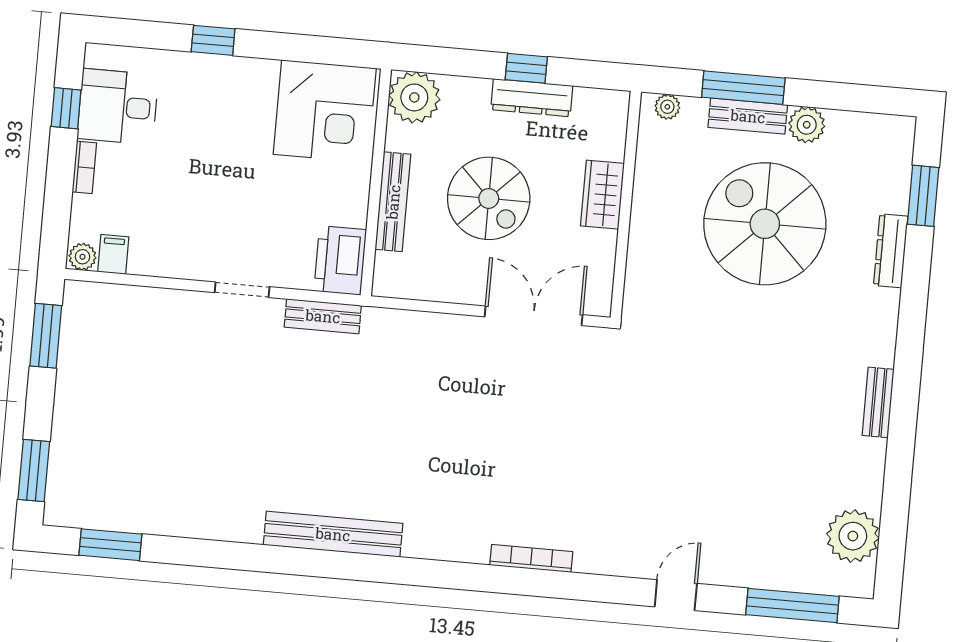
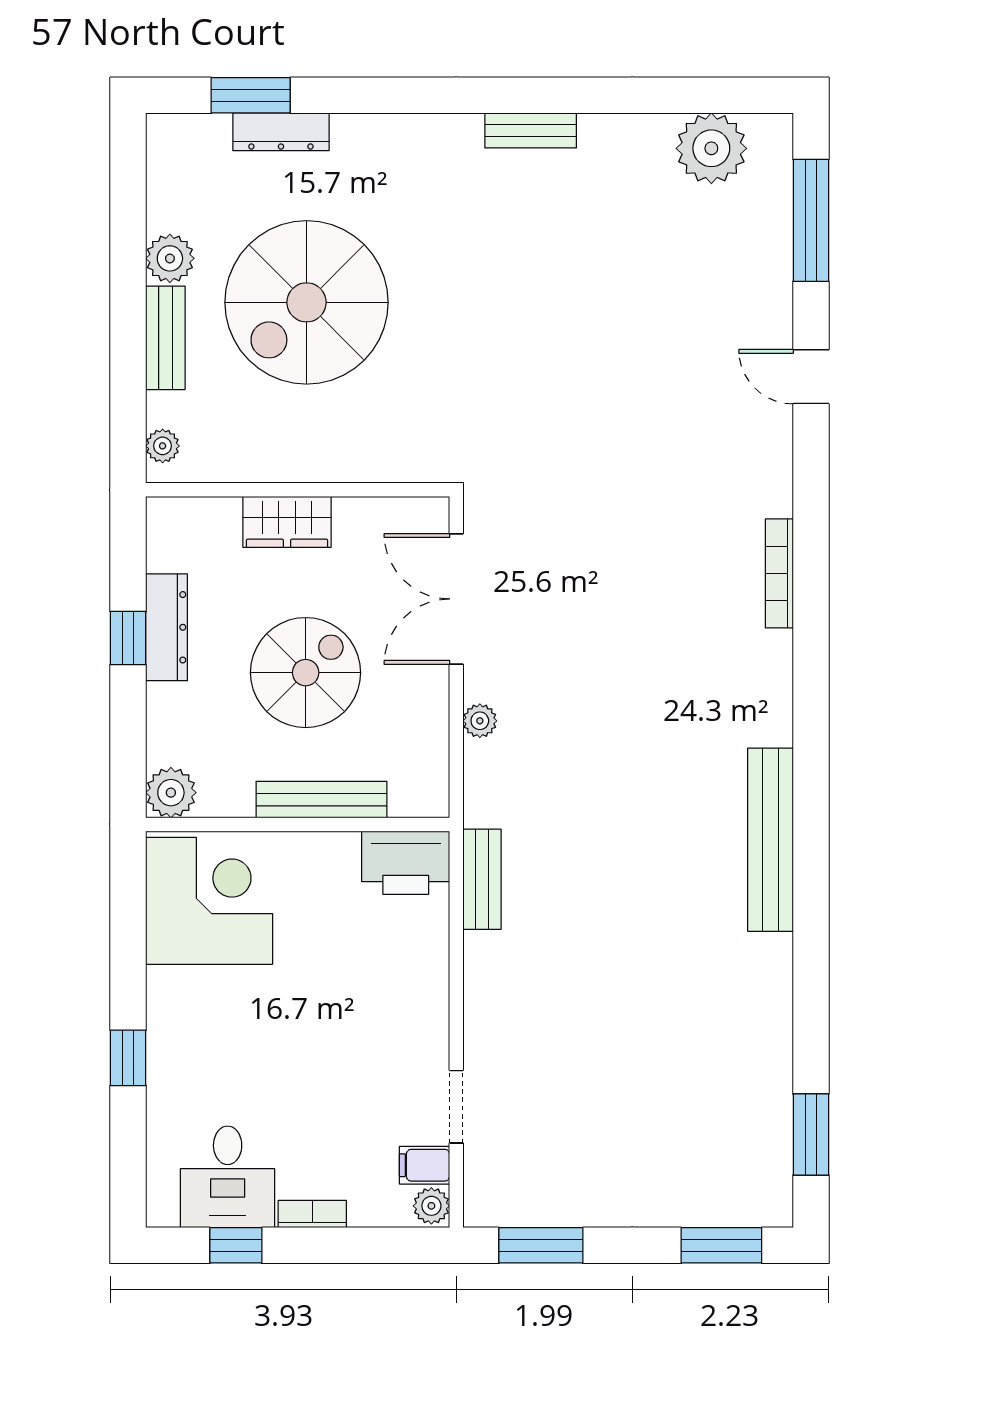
window: (743, 88) -> (128, 347), removed
plant: (414, 97) -> (171, 793), width x0.73, depth x0.73
dresser: (891, 251) -> (281, 132), moved
doorway: (242, 290) -> (456, 1107), moved
plant: (441, 325) -> (480, 721), added

